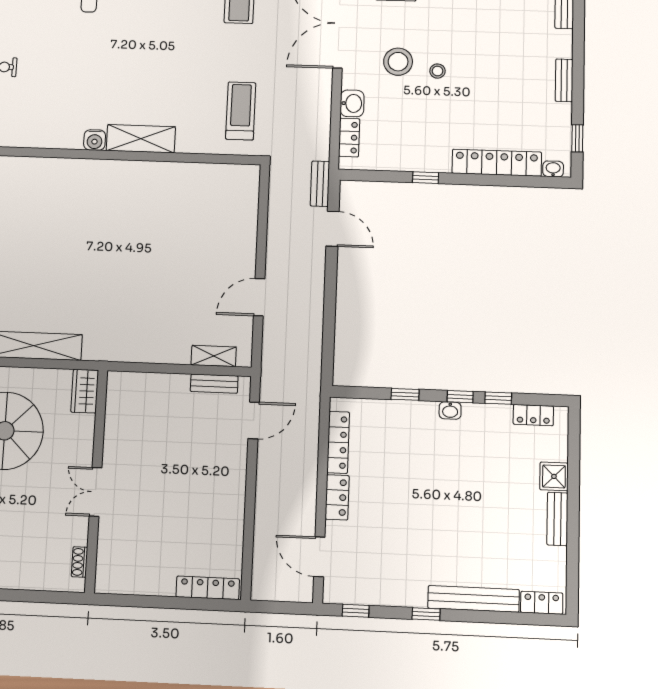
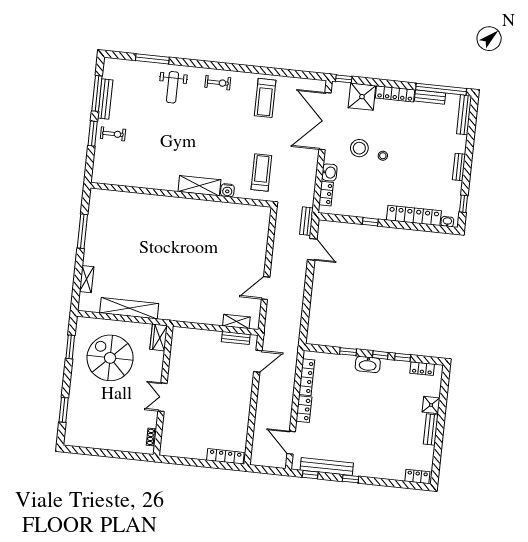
water cooler: (95, 140) -> (227, 190), moved
washbasin: (450, 410) -> (368, 364), width x1.91, depth x1.45
bench: (474, 599) -> (327, 467), moved

